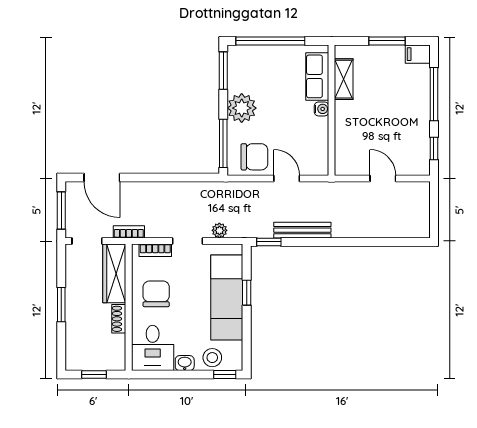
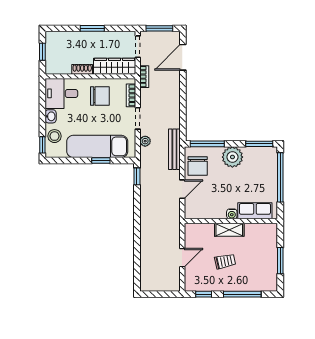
filing cabinet: (418, 54) -> (271, 282), removed
shelving: (344, 79) -> (229, 230), moved
trolley: (388, 118) -> (225, 261), added
bench: (302, 230) -> (174, 149), moved

